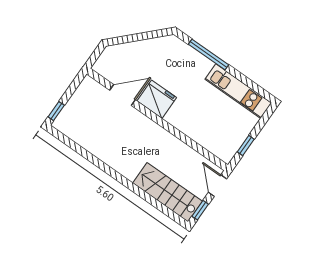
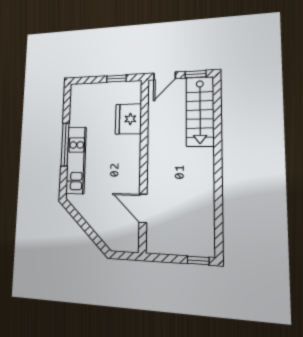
window: (208, 55) -> (65, 144), moved
kitchen unit: (238, 91) -> (76, 160), moved
fridge: (157, 99) -> (128, 119), moved

